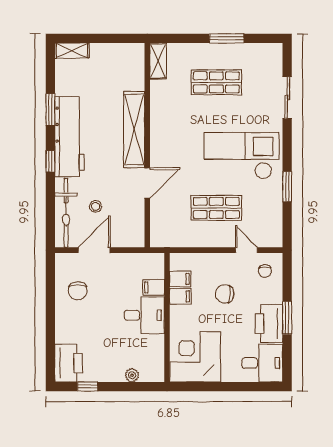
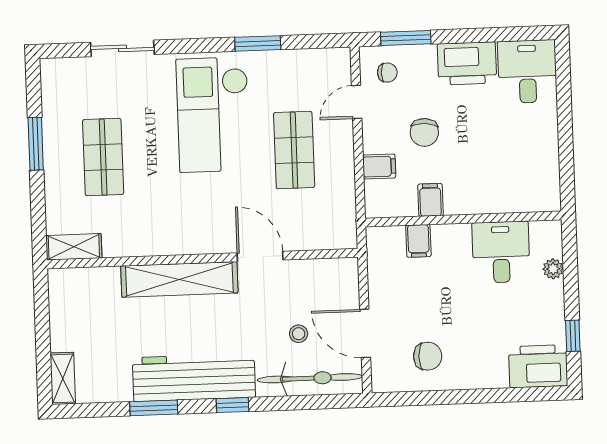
filing cabinet: (180, 279) -> (379, 166), moved, turned 90
desk: (144, 315) -> (501, 252), moved
window: (287, 318) -> (406, 38), moved
corner desk: (195, 357) -> (522, 174), removed

